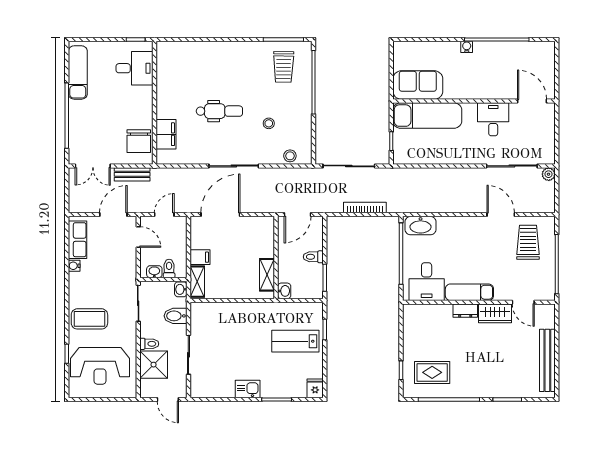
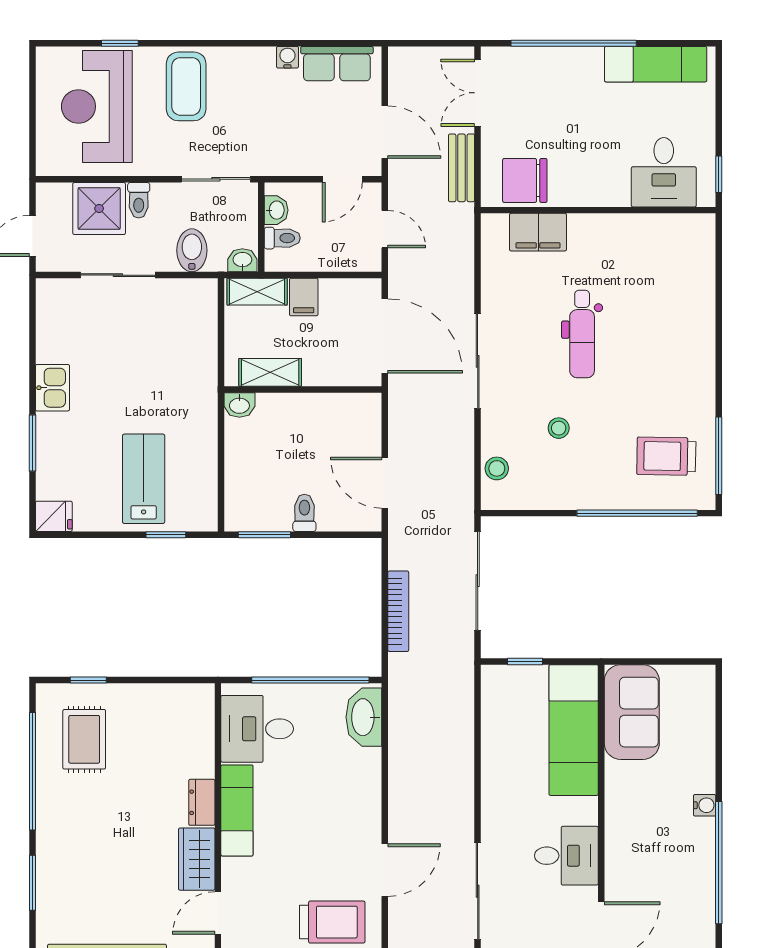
wall: (276, 258) -> (303, 389), moved
shelving: (267, 275) -> (270, 372), moved
washbasin: (284, 291) -> (239, 405), moved

